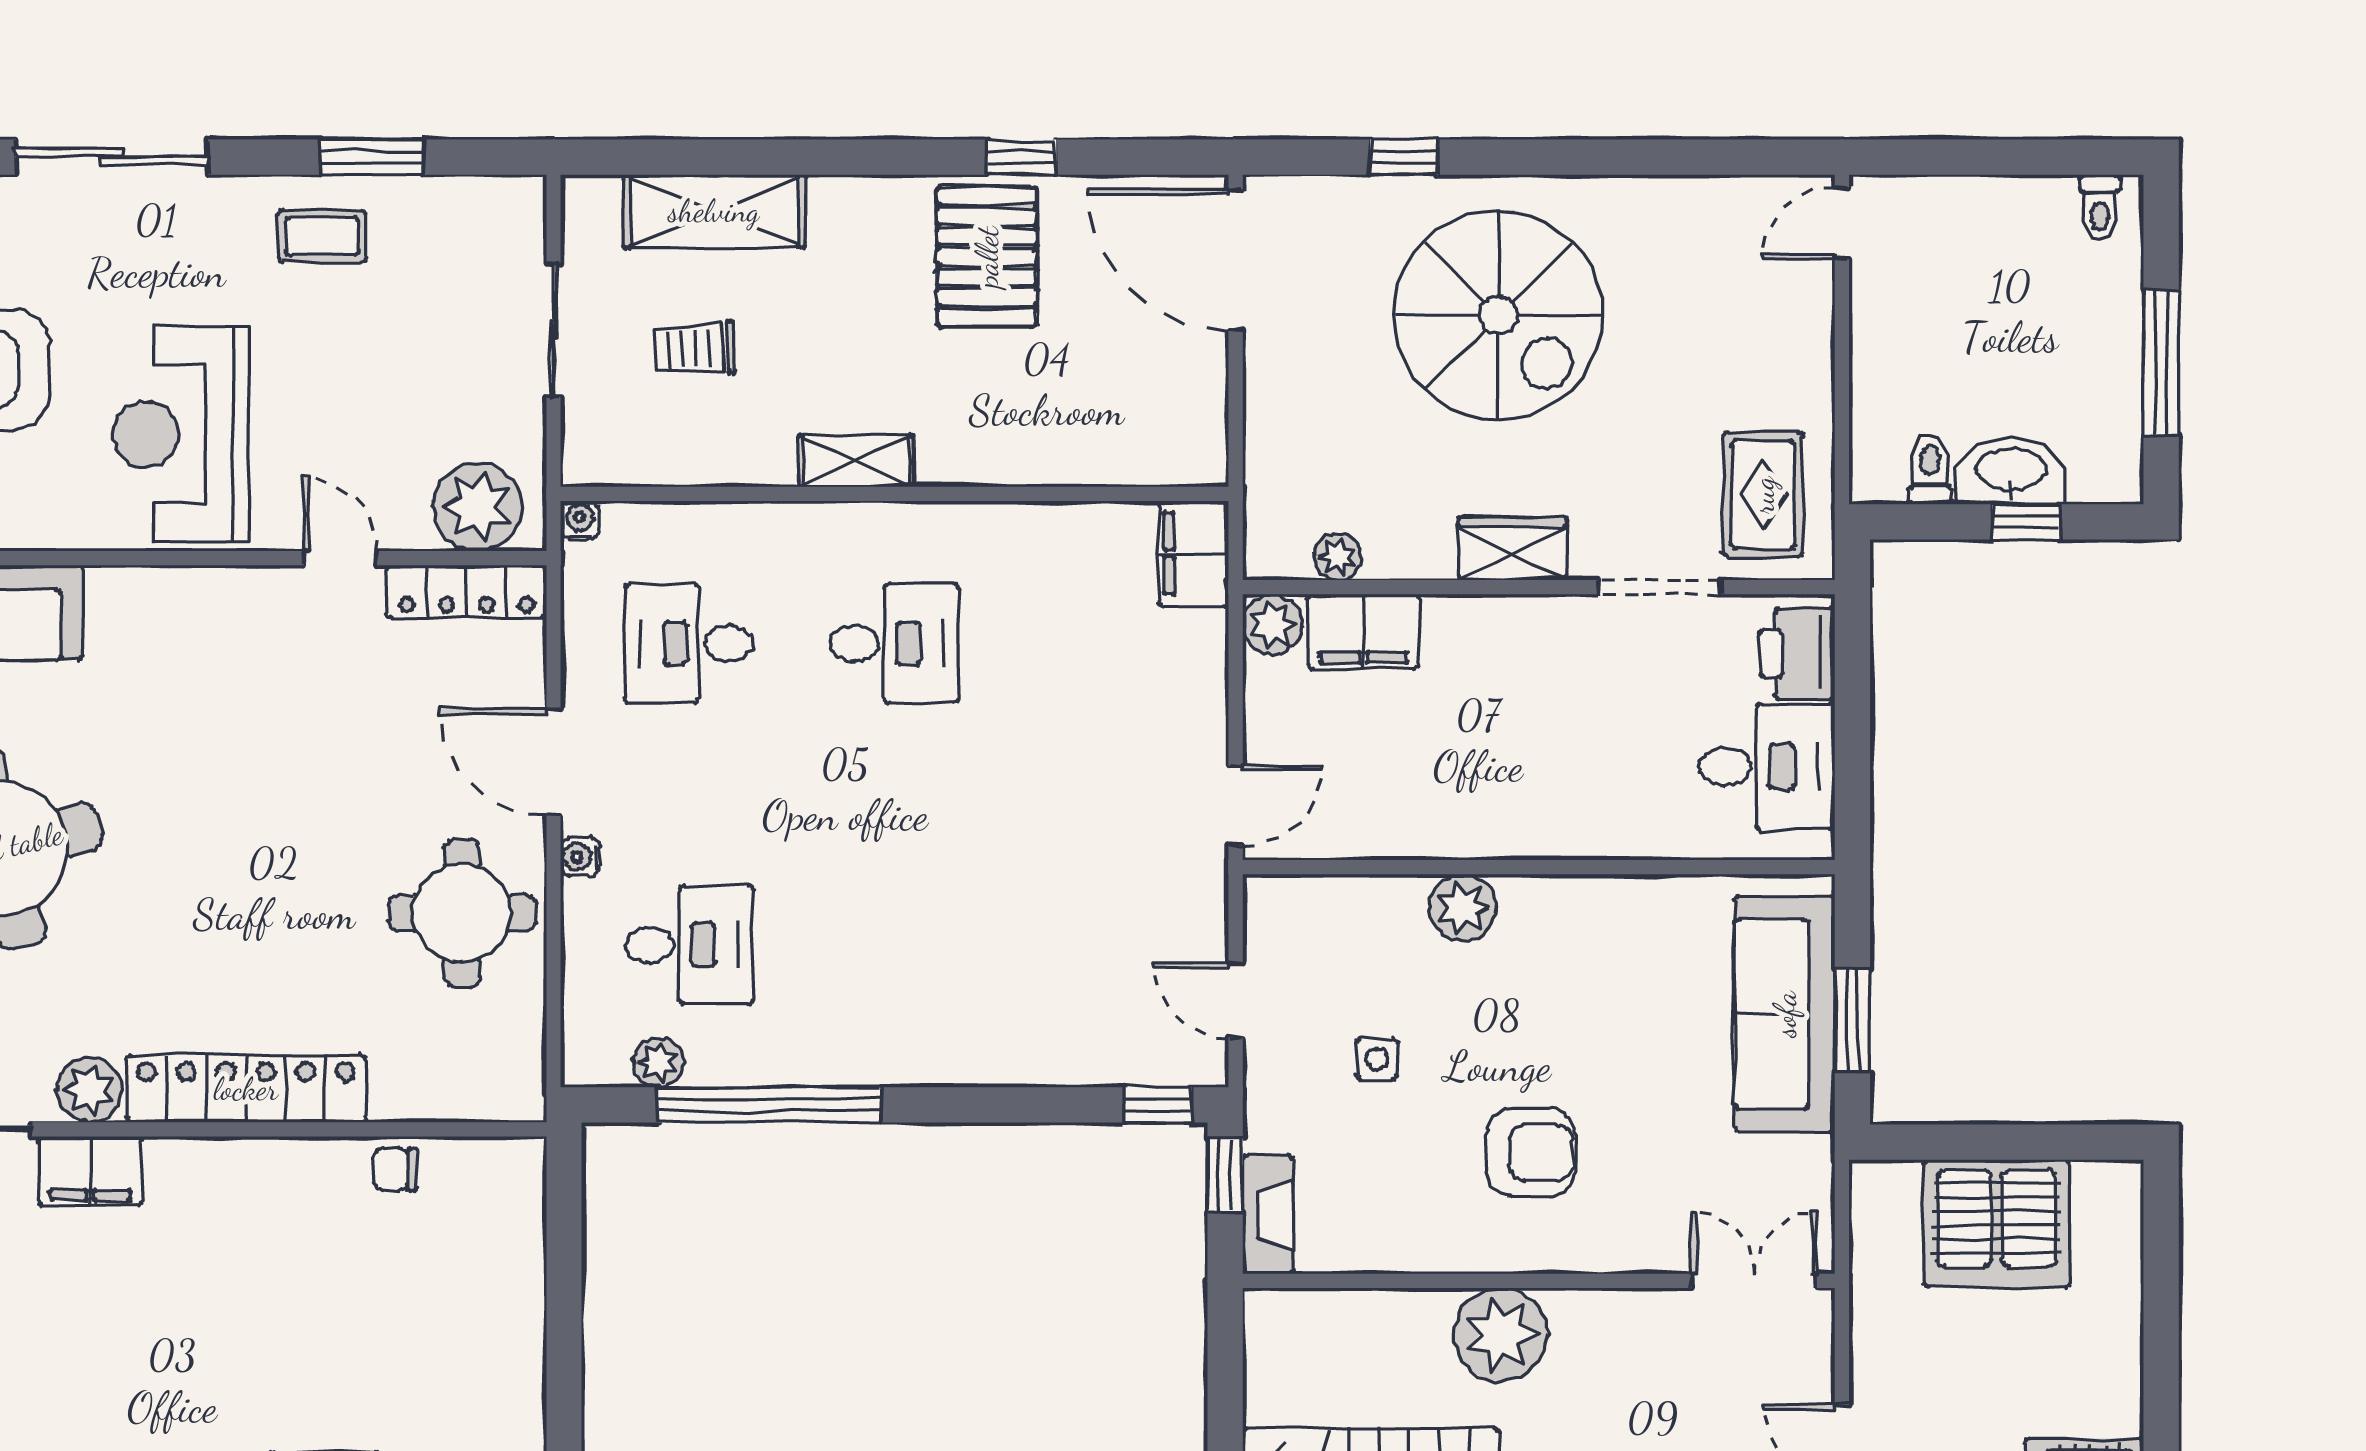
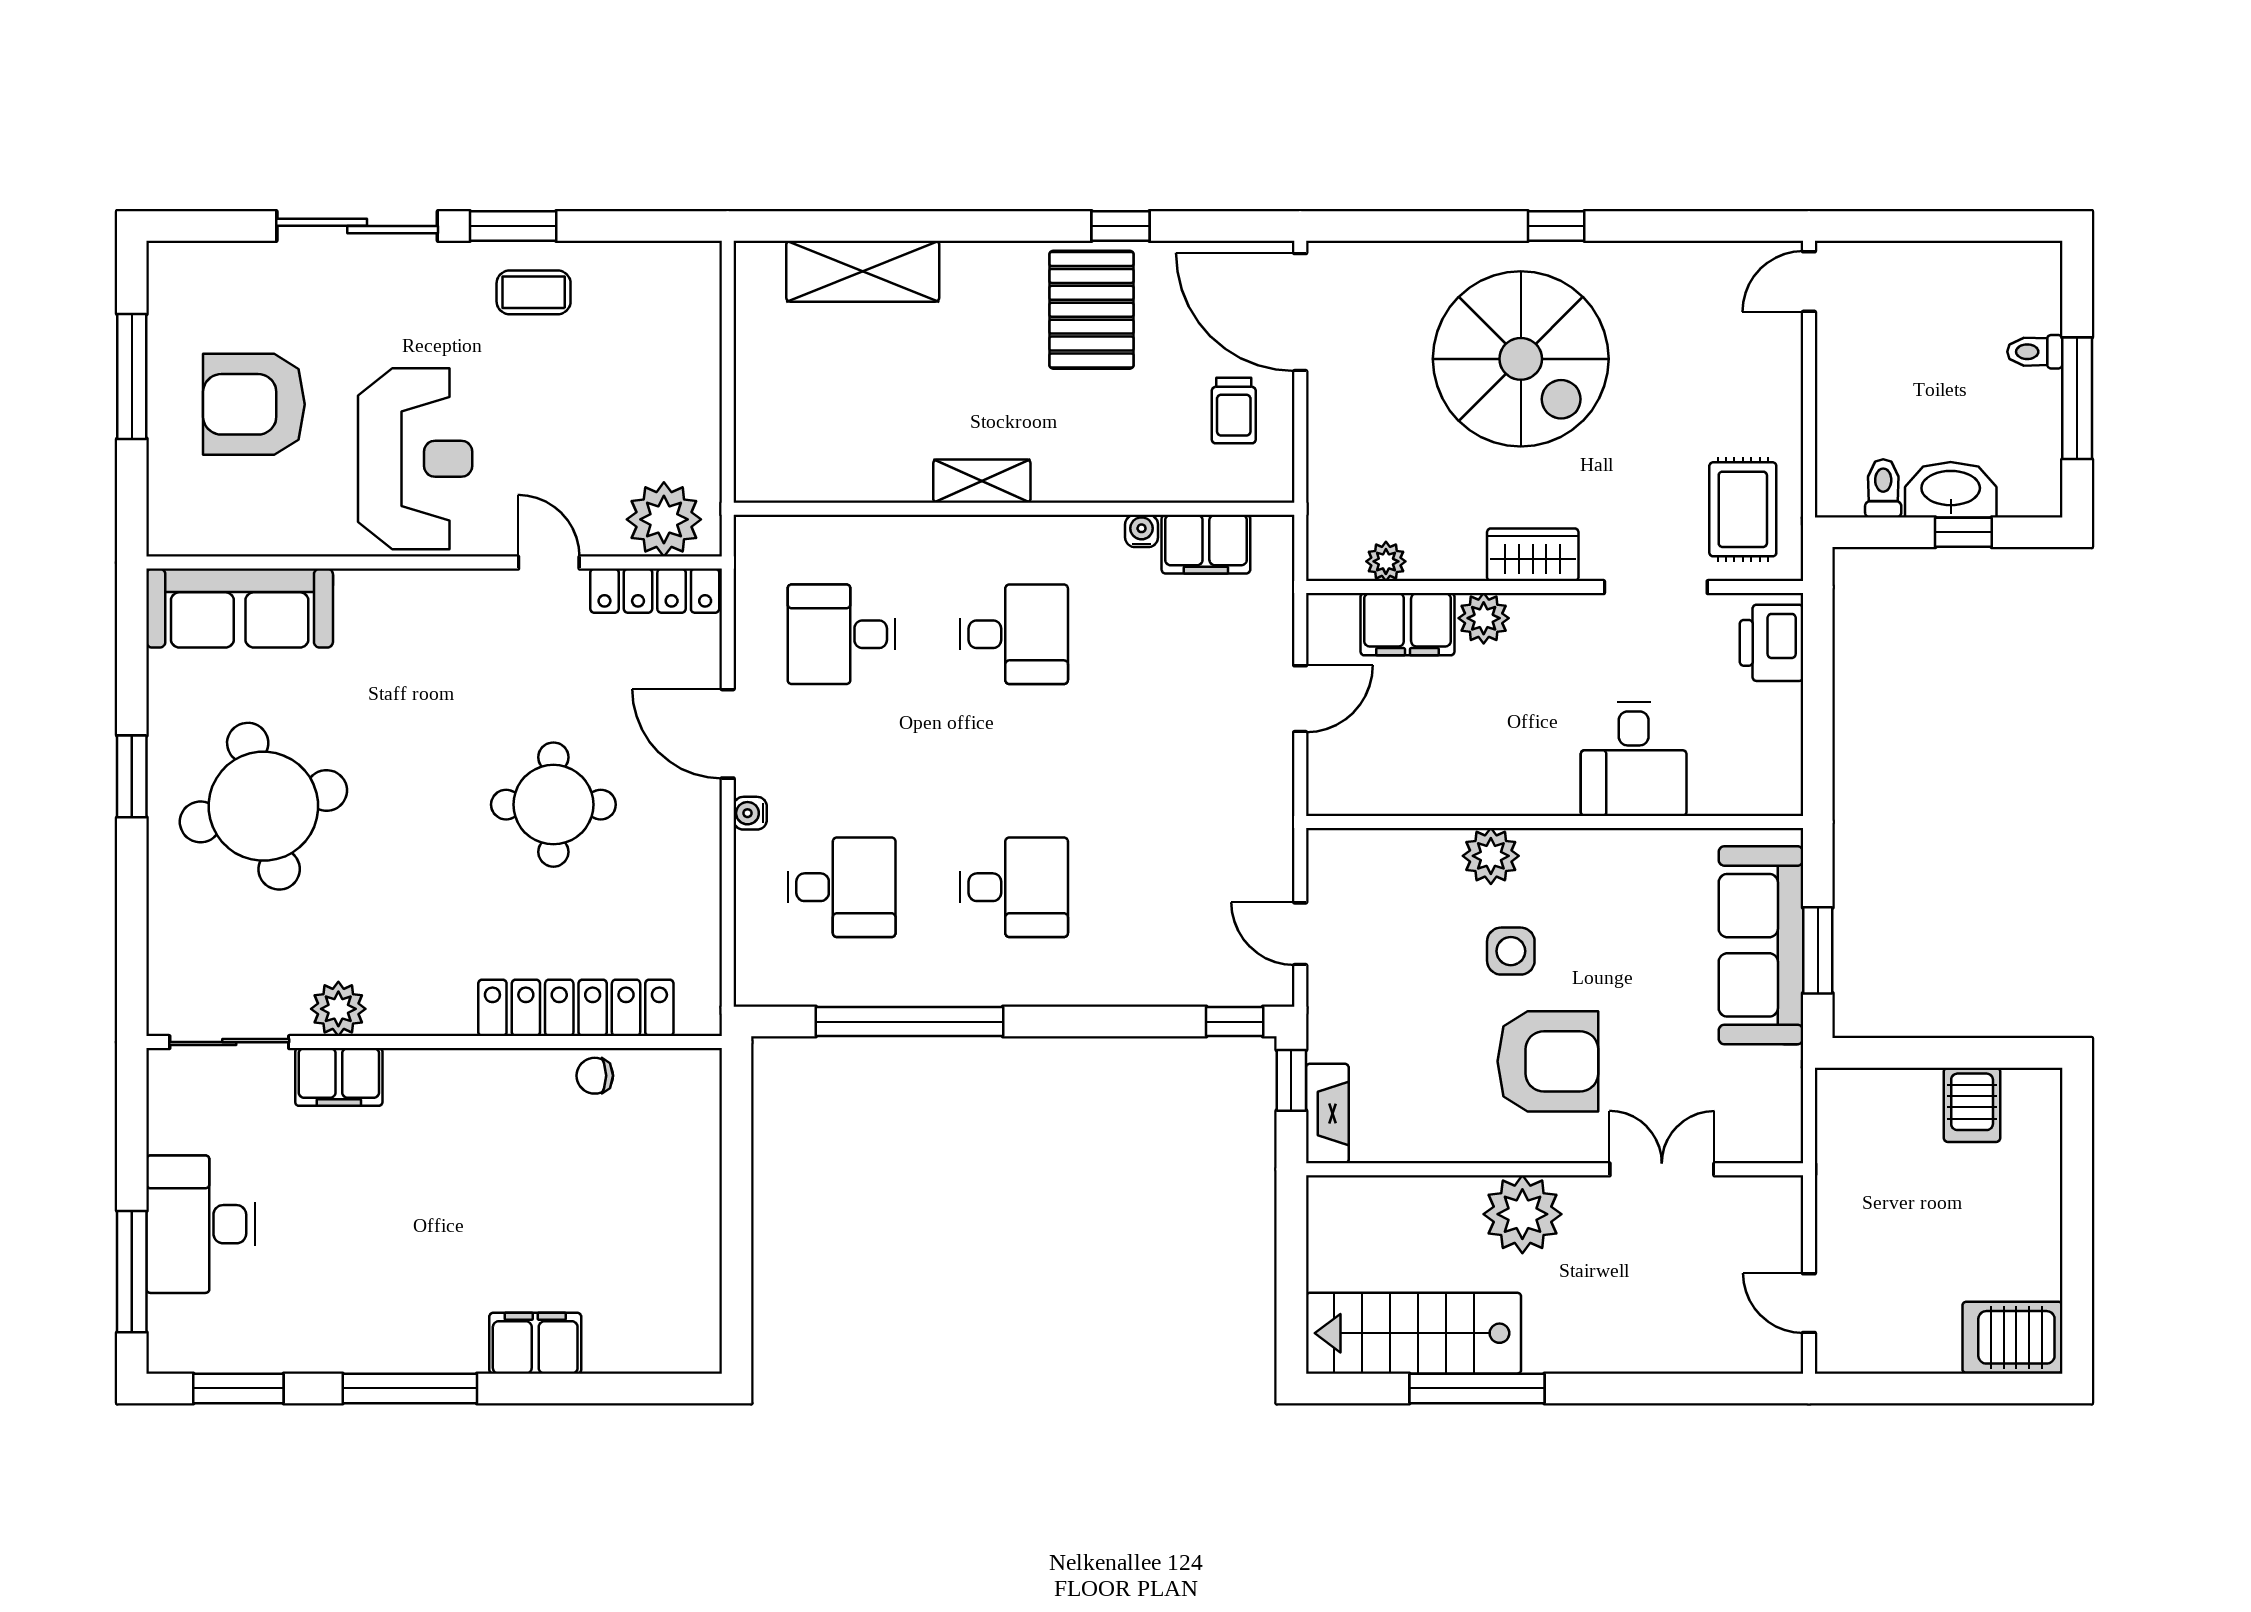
window: (372, 157) -> (513, 226), moved
window: (1404, 157) -> (1556, 226), moved
toilet: (2100, 207) -> (2035, 352), moved, turned 90
sliding door: (553, 330) -> (728, 371), removed
trolley: (695, 349) -> (1234, 410), moved, turned -87
reception desk: (181, 434) -> (415, 459), turned 180
water cooler: (580, 520) -> (1142, 531), moved
filing cabinet: (1193, 554) -> (1206, 544), moved, turned -90
plant: (1273, 624) -> (1484, 618), moved
desk: (1767, 767) -> (1634, 759), moved, turned 90
door: (1236, 806) -> (1300, 699), moved
round table: (462, 913) -> (553, 805), moved
desk: (895, 945) -> (1014, 887), added
side table: (1377, 1059) -> (1511, 951), moved, width x1.37, depth x1.37
plant: (658, 1063) -> (816, 986), removed
locker: (246, 1089) -> (576, 1008), moved
armchair: (1531, 1152) -> (1548, 1061), width x1.36, depth x1.36
server rack: (1996, 1224) -> (1972, 1105), width x0.46, depth x0.70
double door: (1754, 1281) -> (1662, 1169), moved

